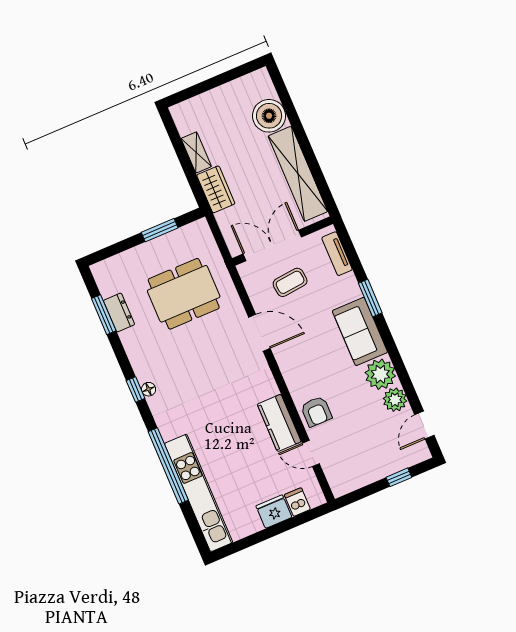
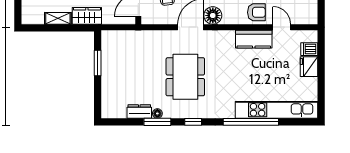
dining table: (184, 294) -> (185, 77), moved
window: (104, 315) -> (157, 122), moved
floor lamp: (287, 356) -> (213, 15), added
floor lamp: (149, 389) -> (157, 113), moved
door: (311, 453) -> (282, 27), swing flipped

